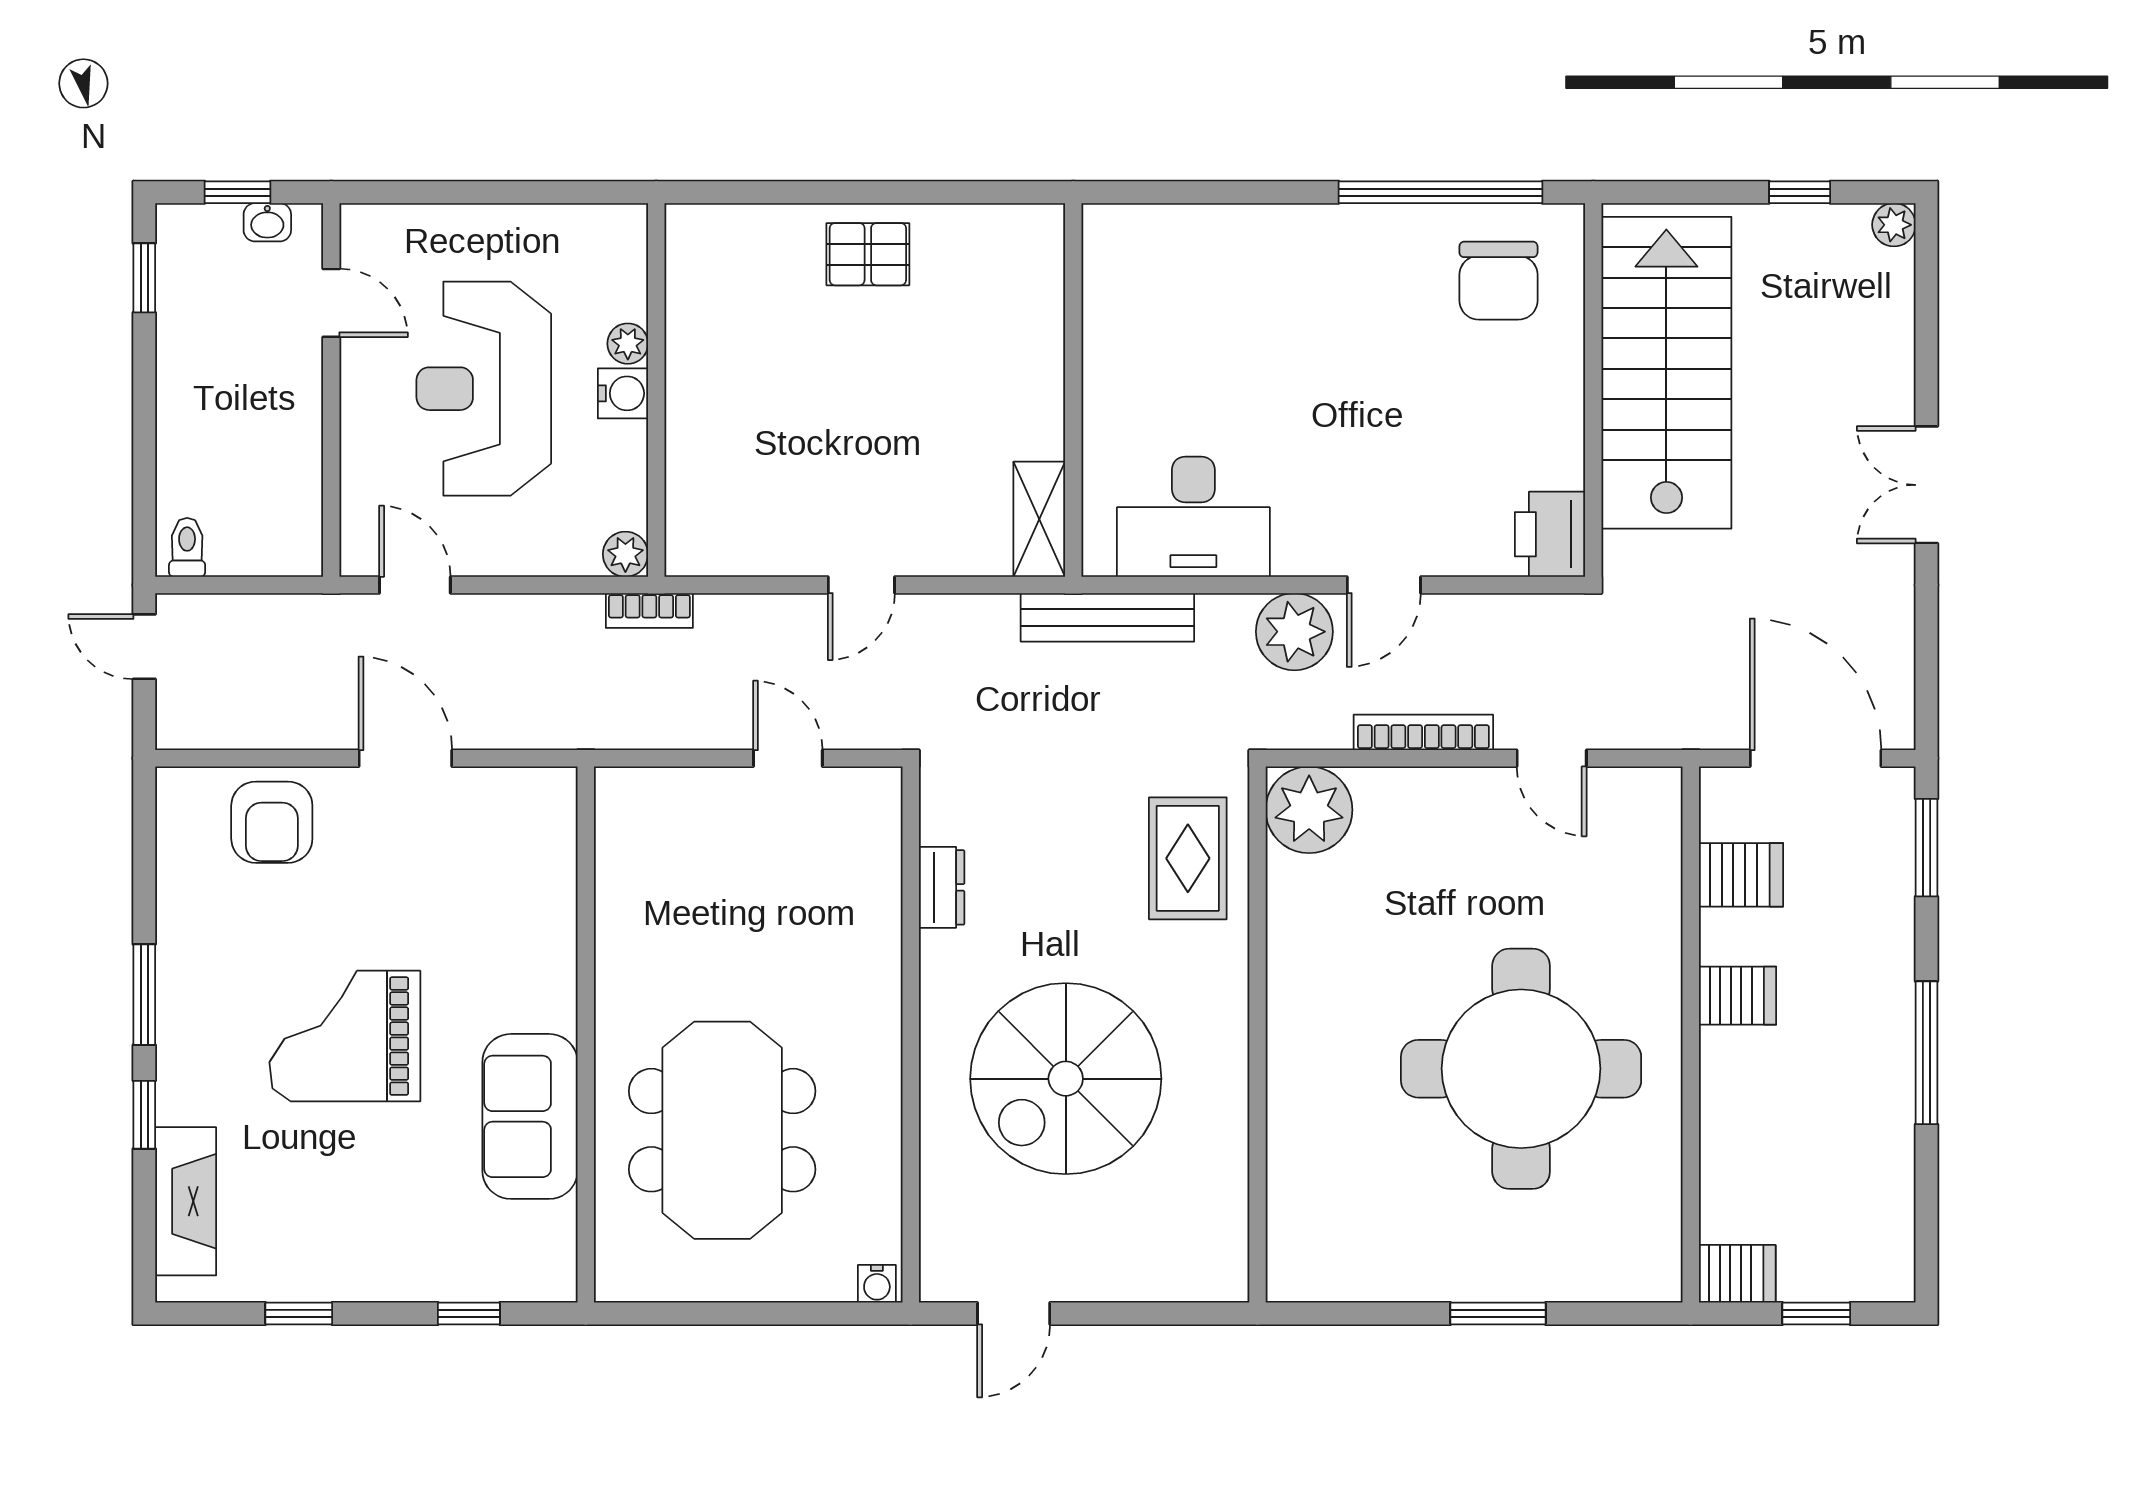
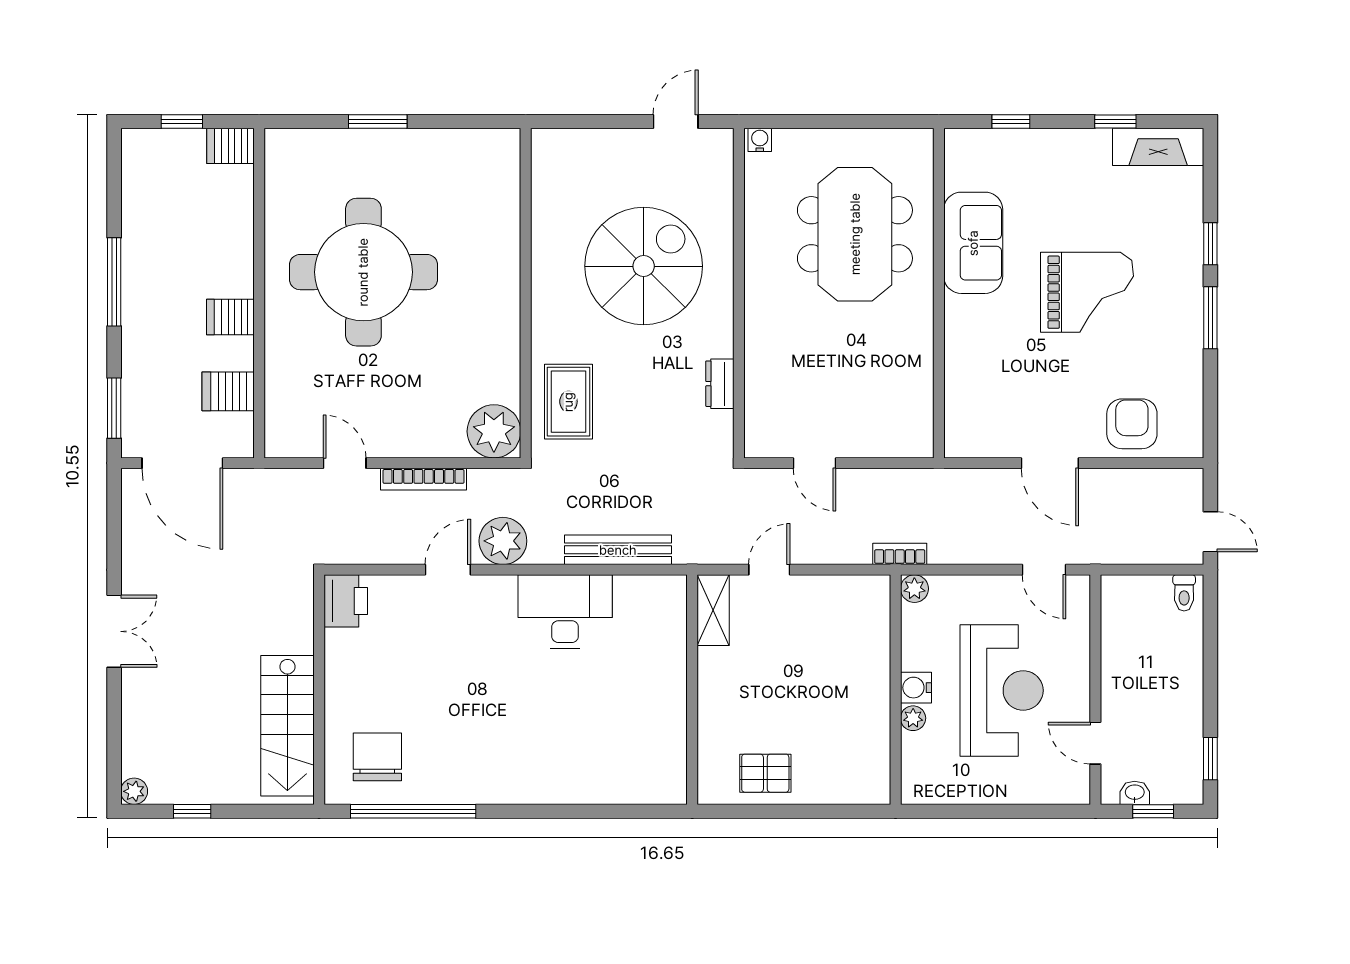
stairs: (1666, 373) -> (287, 726), width x0.73, depth x0.66
wall: (1073, 390) -> (692, 690), moved
shelving: (1039, 519) -> (713, 610), moved
fireplace: (186, 1201) -> (1158, 147), moved, turned -90

